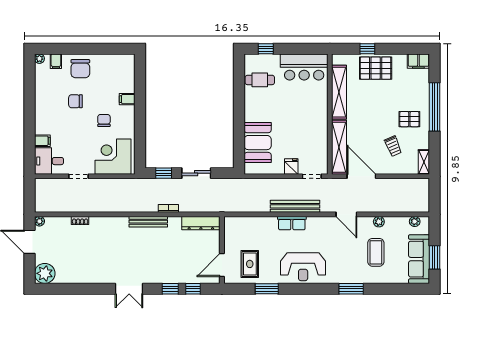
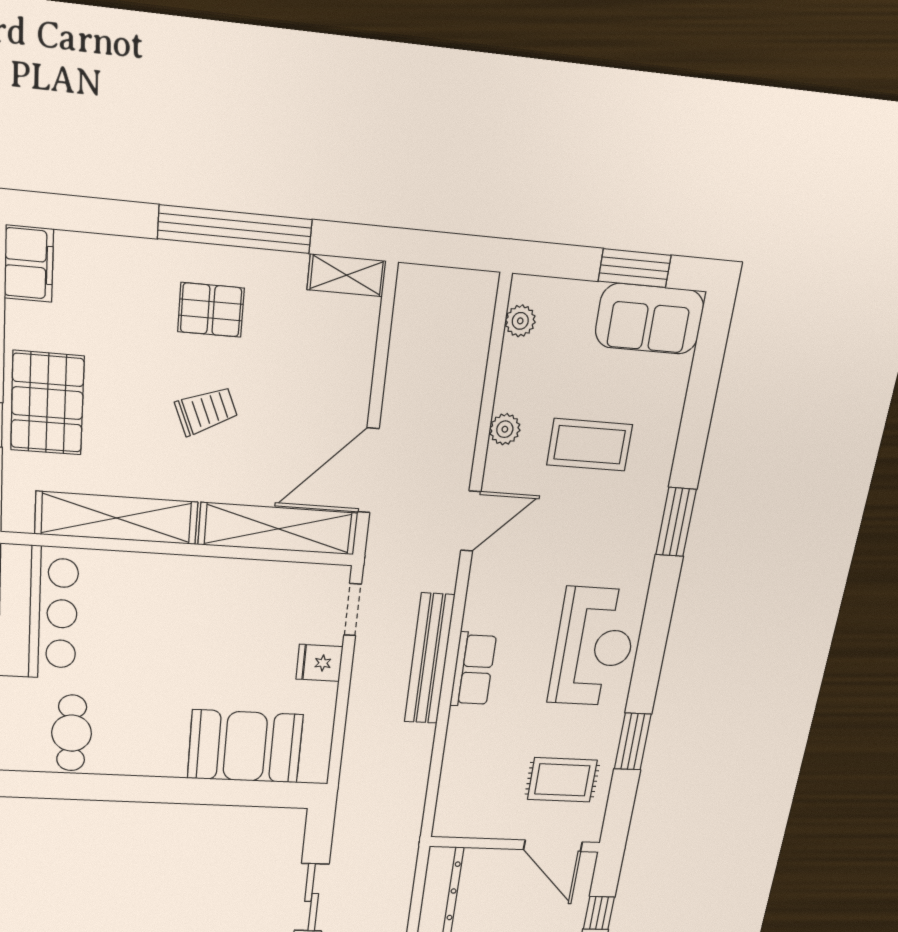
window: (435, 107) -> (235, 229), moved
pallet: (409, 119) -> (211, 310), turned 90
trolley: (393, 146) -> (206, 411), moved
sofa: (419, 259) -> (650, 319), width x0.73

